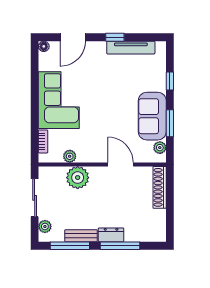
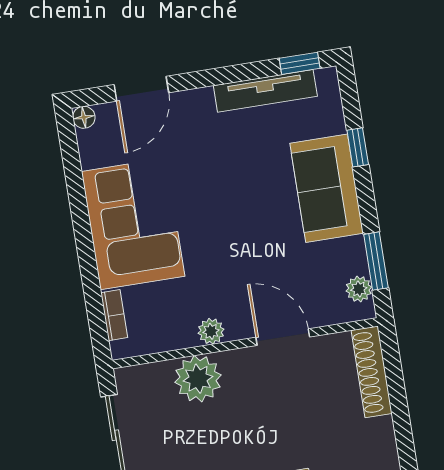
window: (115, 37) -> (300, 63), moved
sofa: (152, 116) -> (327, 188), moved
window: (170, 123) -> (376, 261), moved
plant: (70, 156) -> (211, 331), moved

